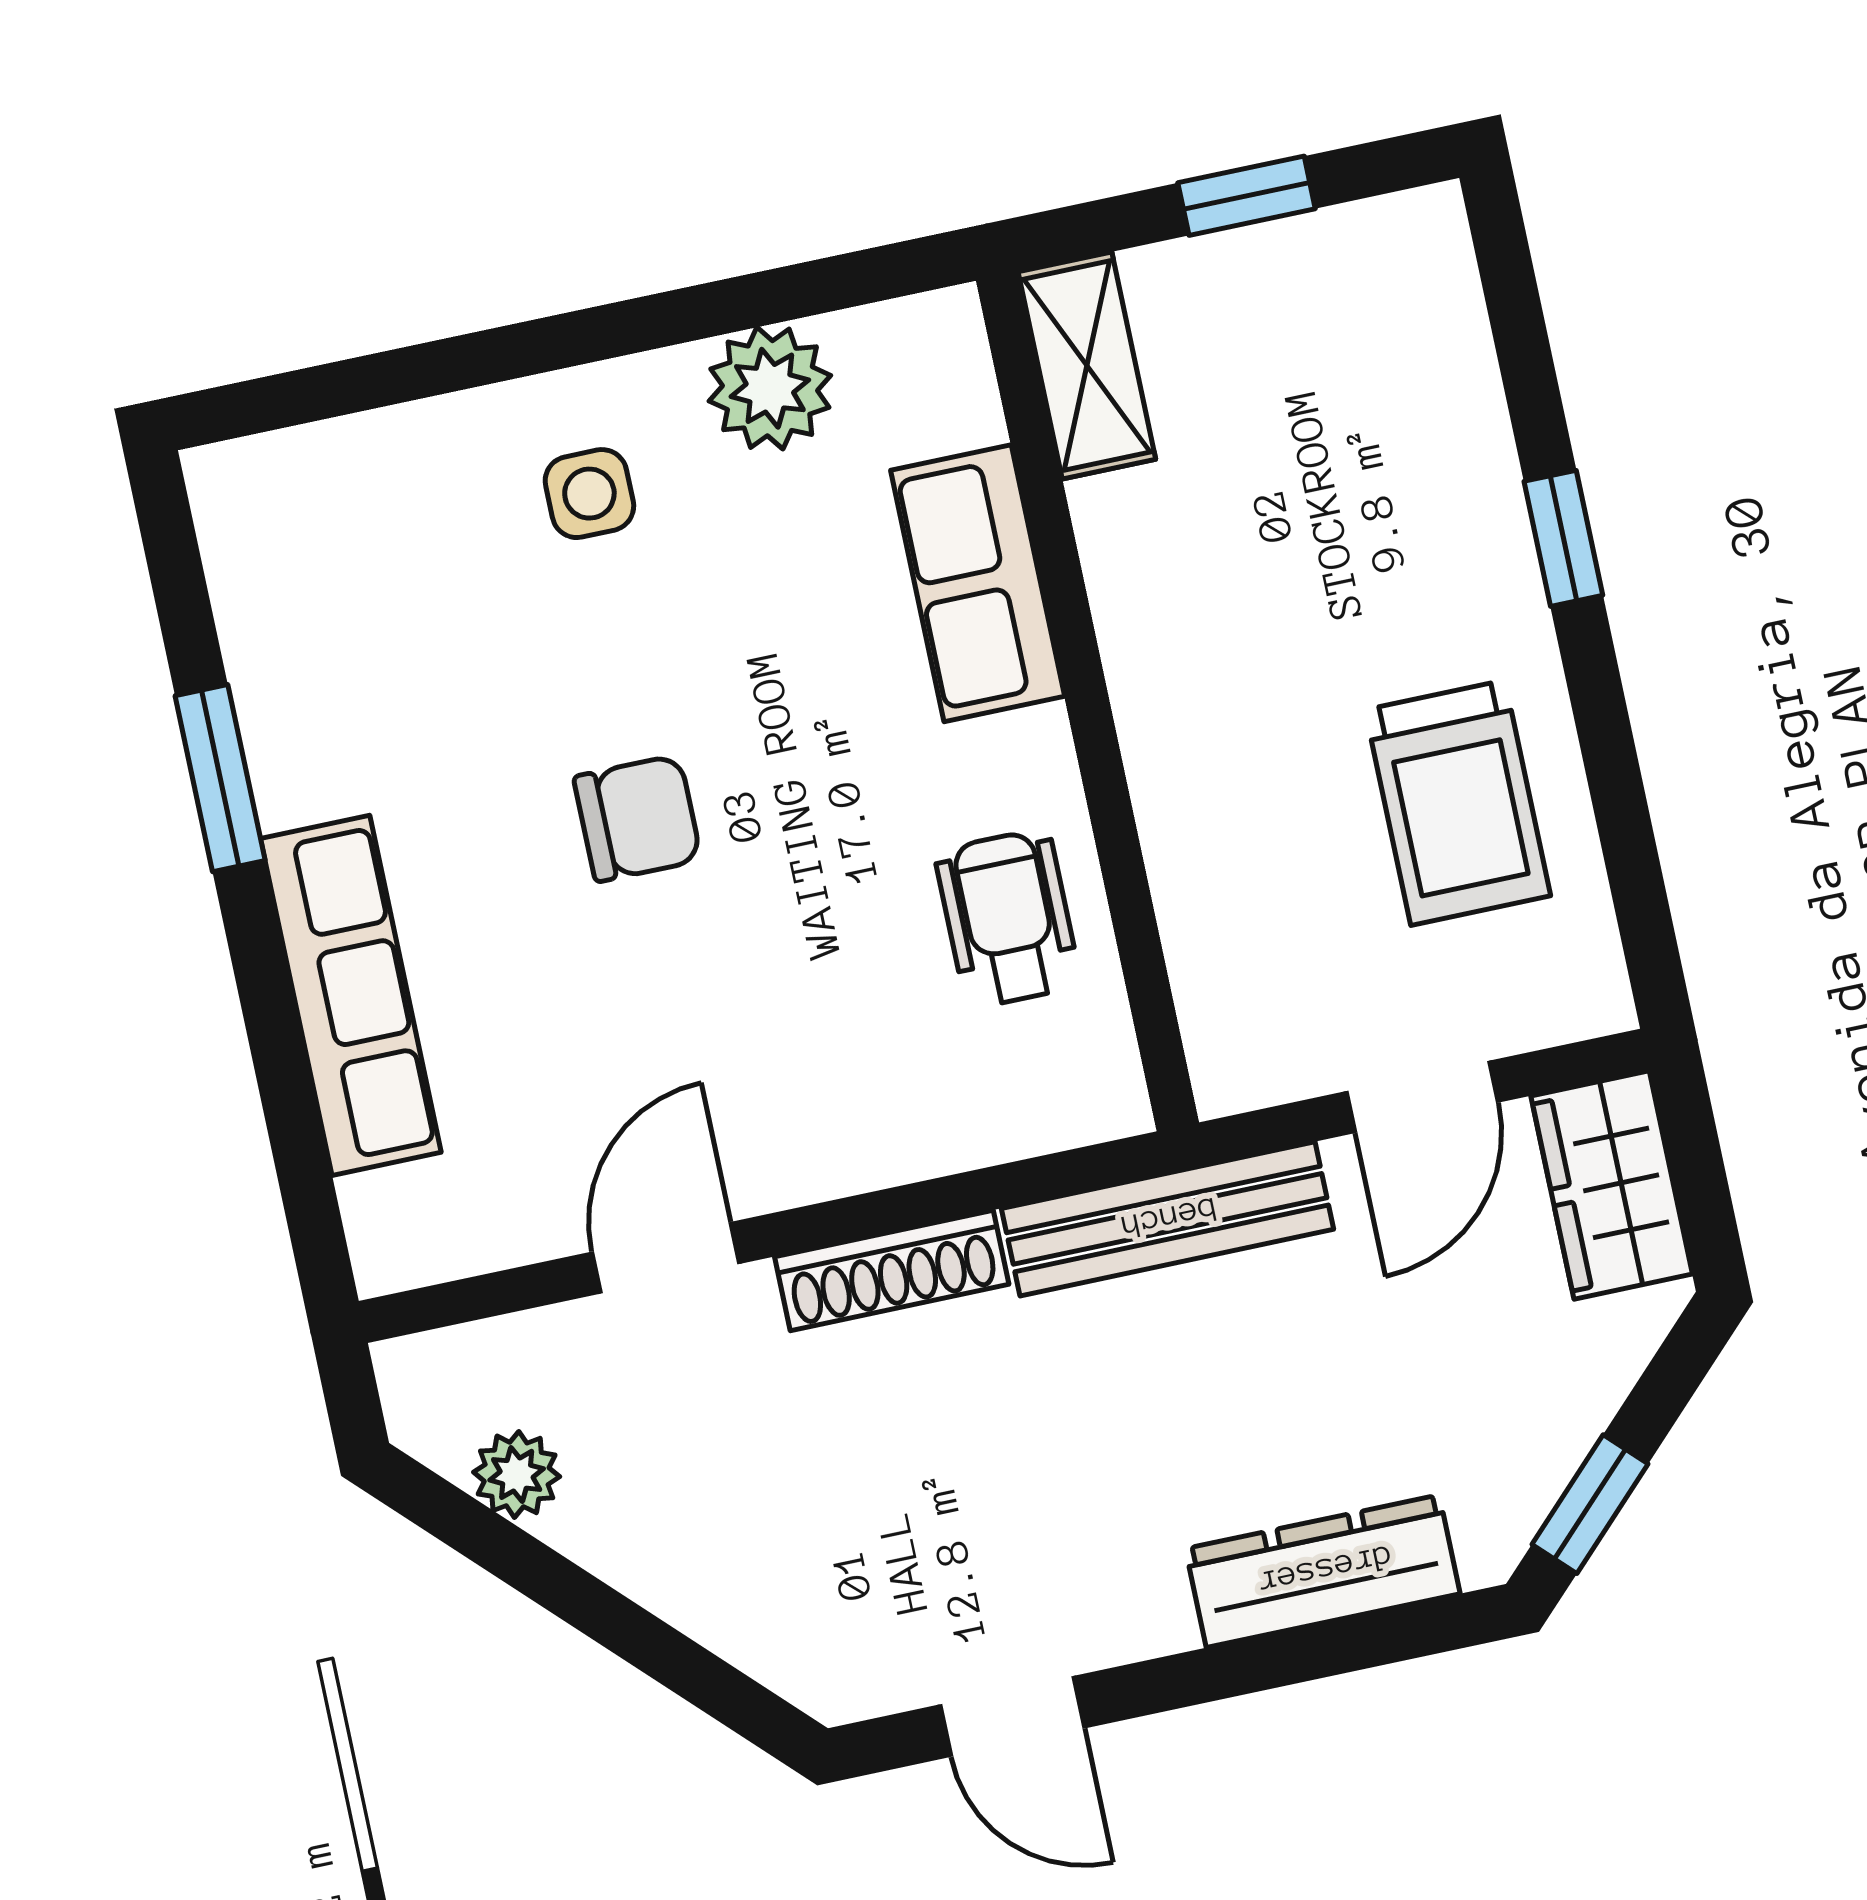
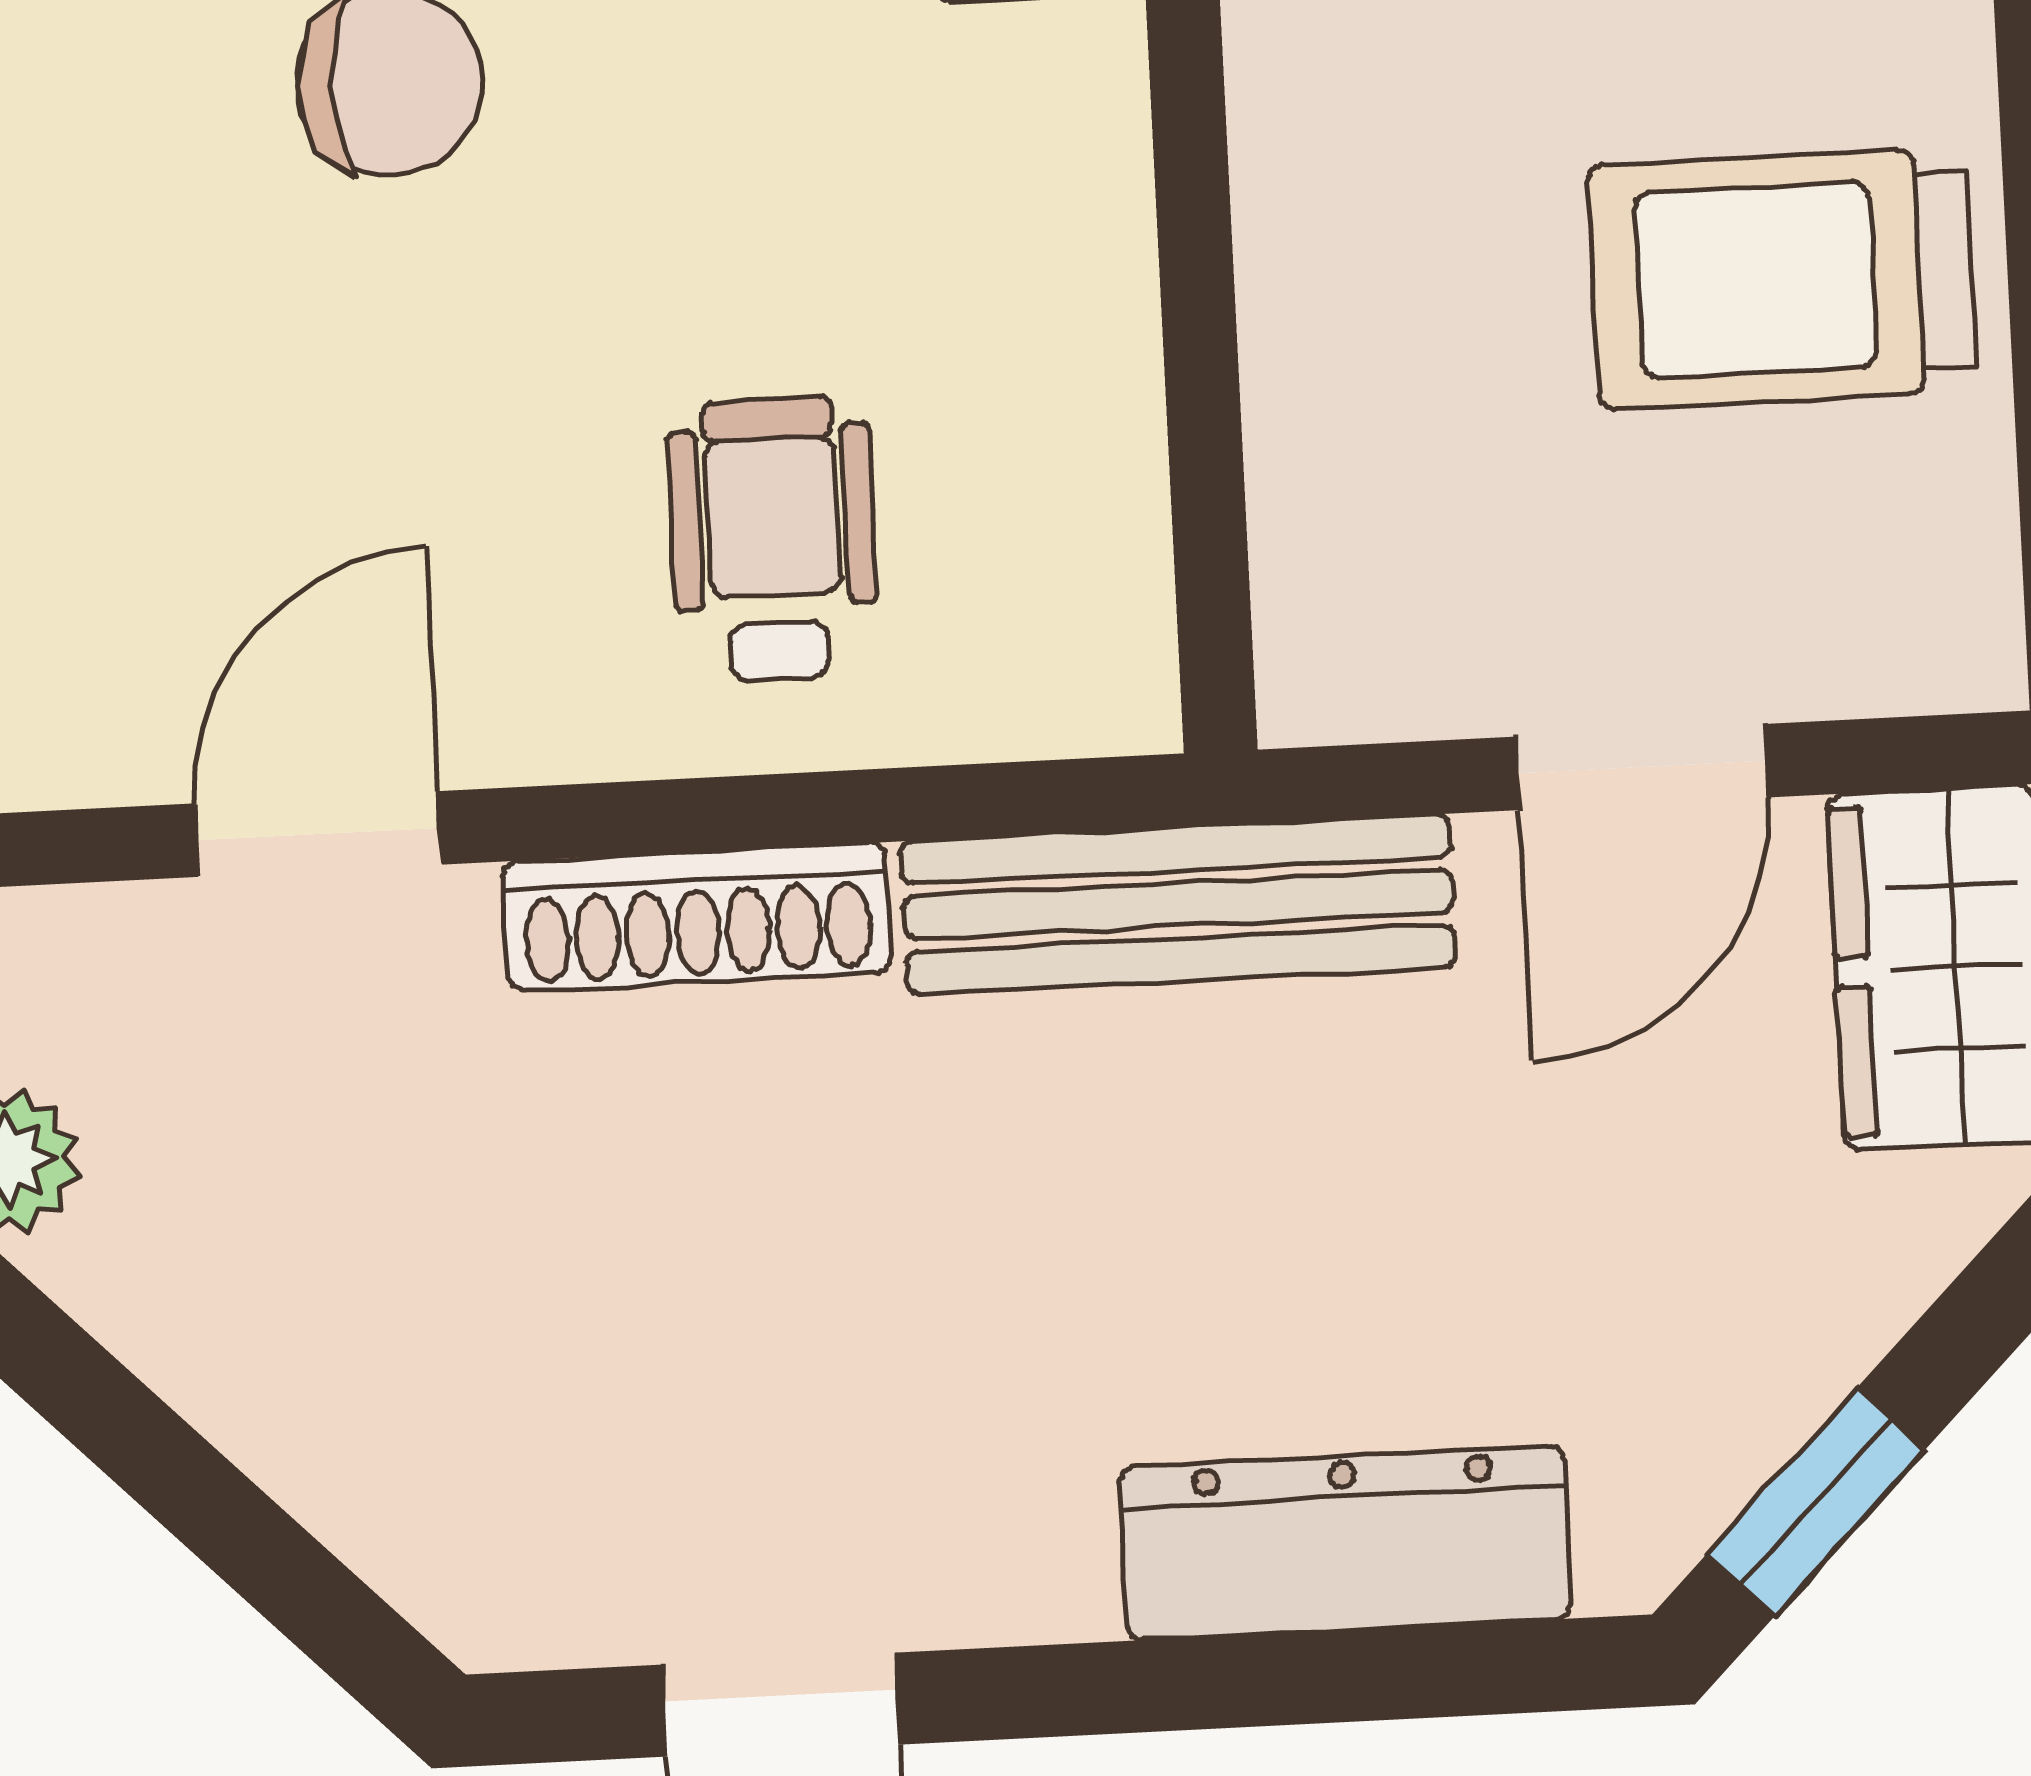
trolley: (1458, 803) -> (1782, 279), turned 90
wheelchair: (1008, 918) -> (773, 539), moved

